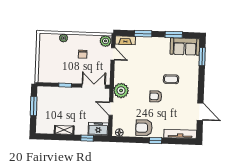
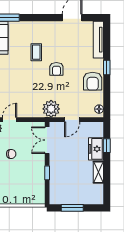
freezer: (98, 129) -> (96, 149), moved

